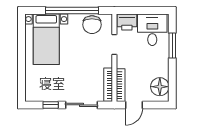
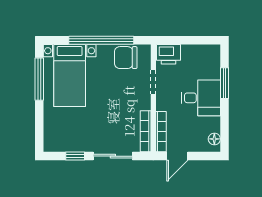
chair: (92, 25) -> (126, 58), turned 90
desk: (152, 30) -> (201, 98), moved, turned 90
window: (21, 42) -> (39, 79), added
floor lamp: (160, 87) -> (214, 139), width x0.53, depth x0.53

